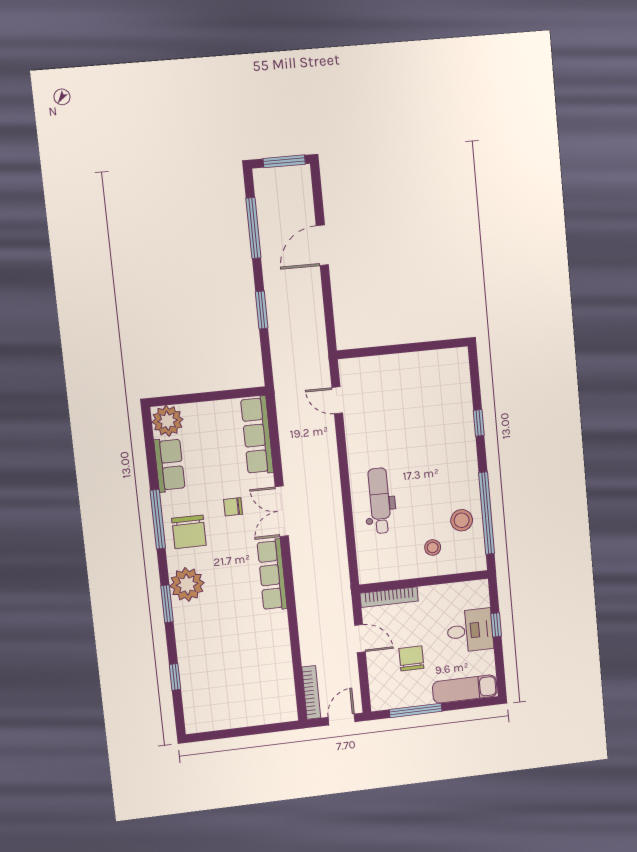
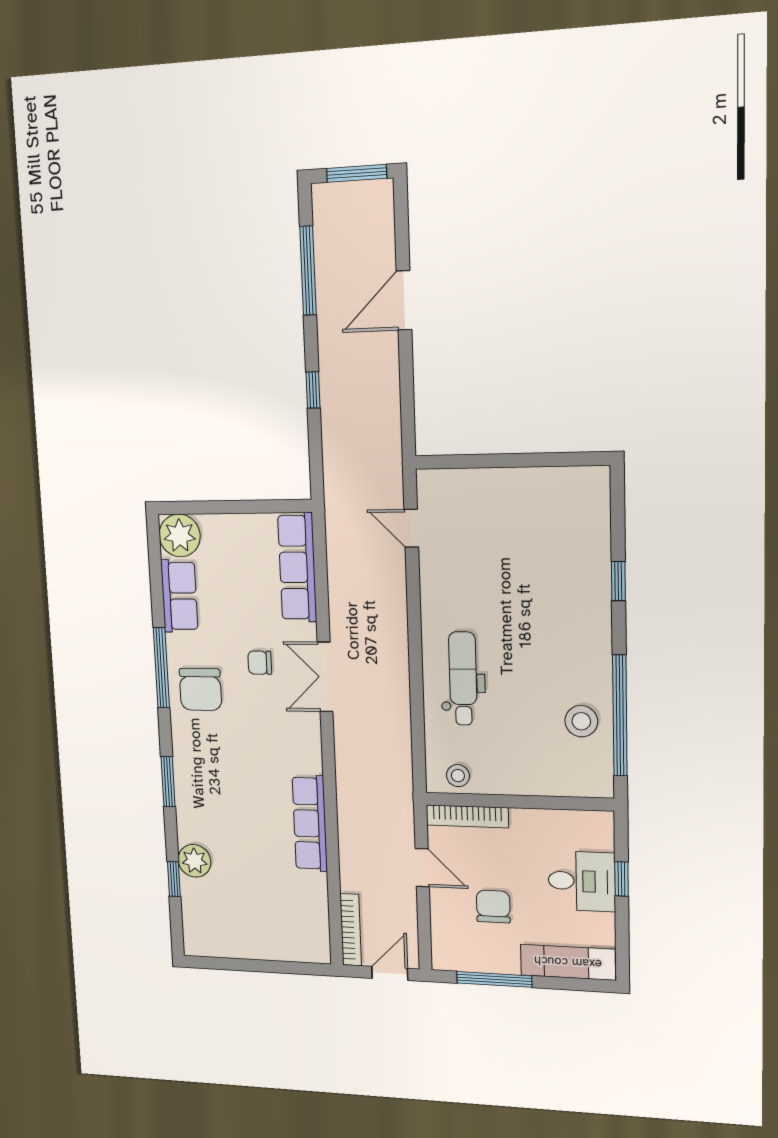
window: (262, 310) -> (313, 390), width x0.67
stool: (433, 547) -> (458, 776), moved
row of seats: (272, 575) -> (310, 823), moved
plant: (187, 584) -> (194, 861), moved, width x0.73, depth x0.73

